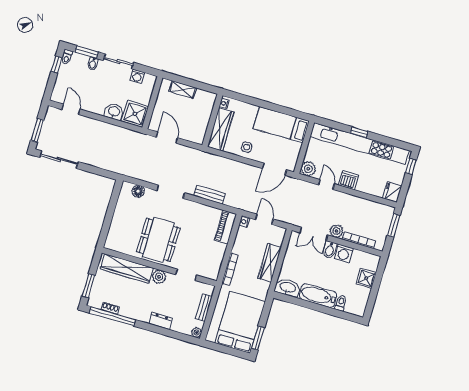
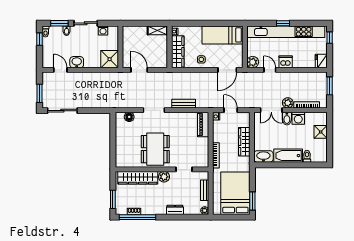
shelving: (183, 90) -> (157, 30), moved
washbasin: (114, 112) -> (77, 62), moved

